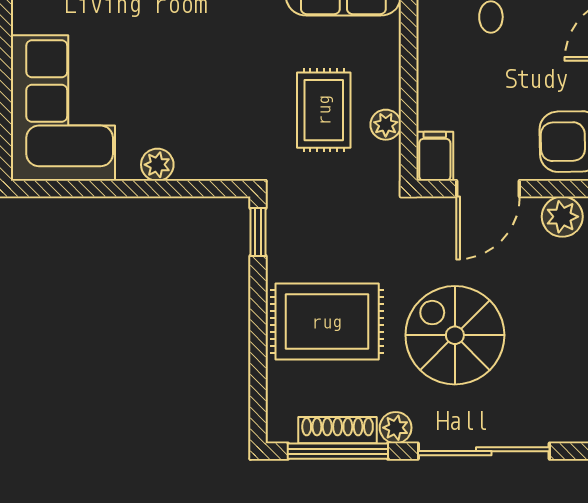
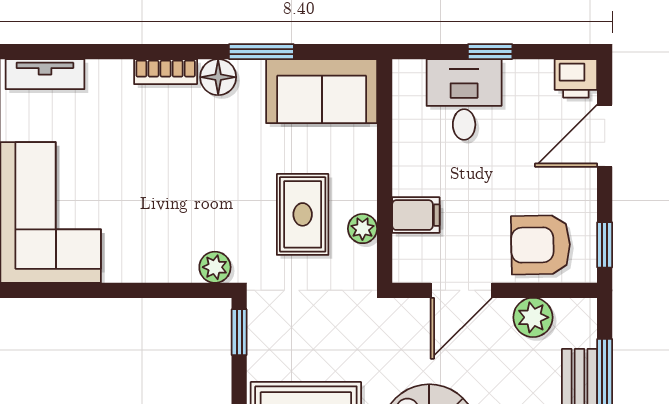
filing cabinet: (435, 156) -> (416, 215), moved, turned 90
plant: (157, 165) -> (215, 267), moved

